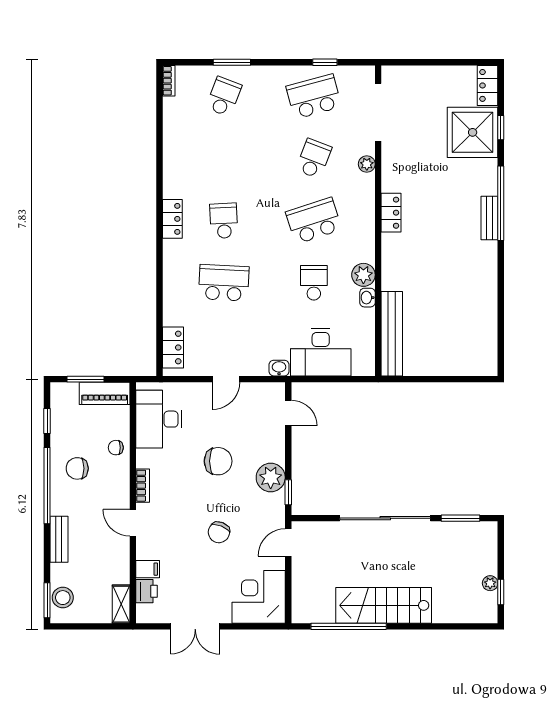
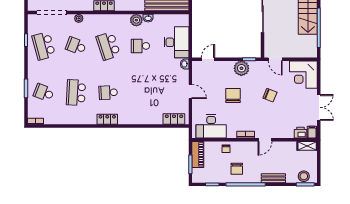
school desk: (224, 283) -> (76, 93), moved
filing cabinet: (148, 569) -> (312, 132), moved

